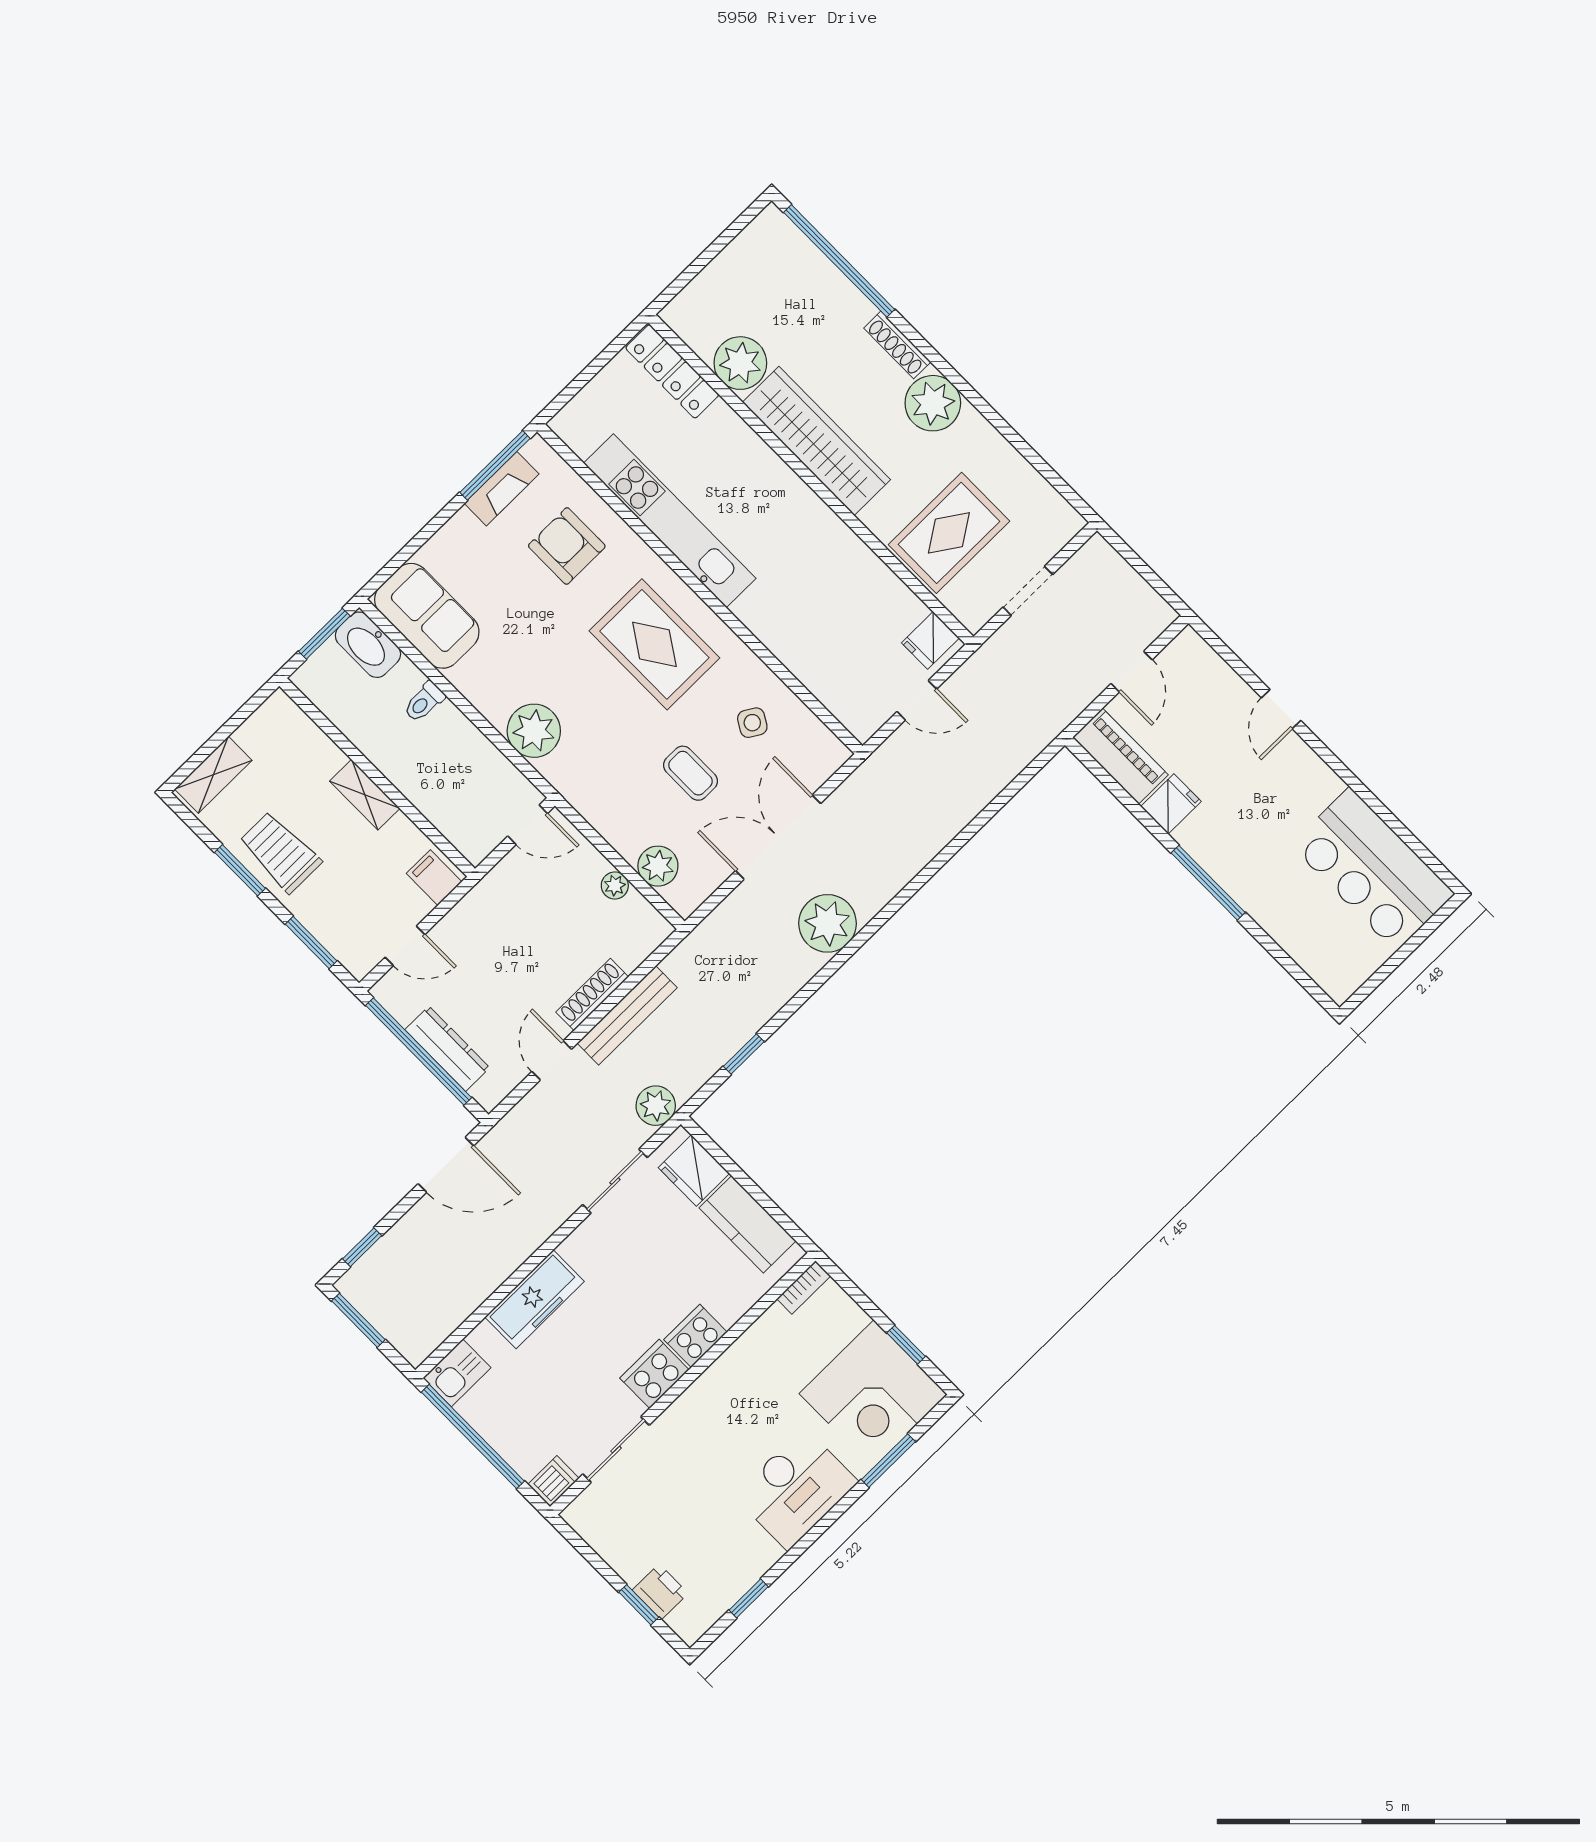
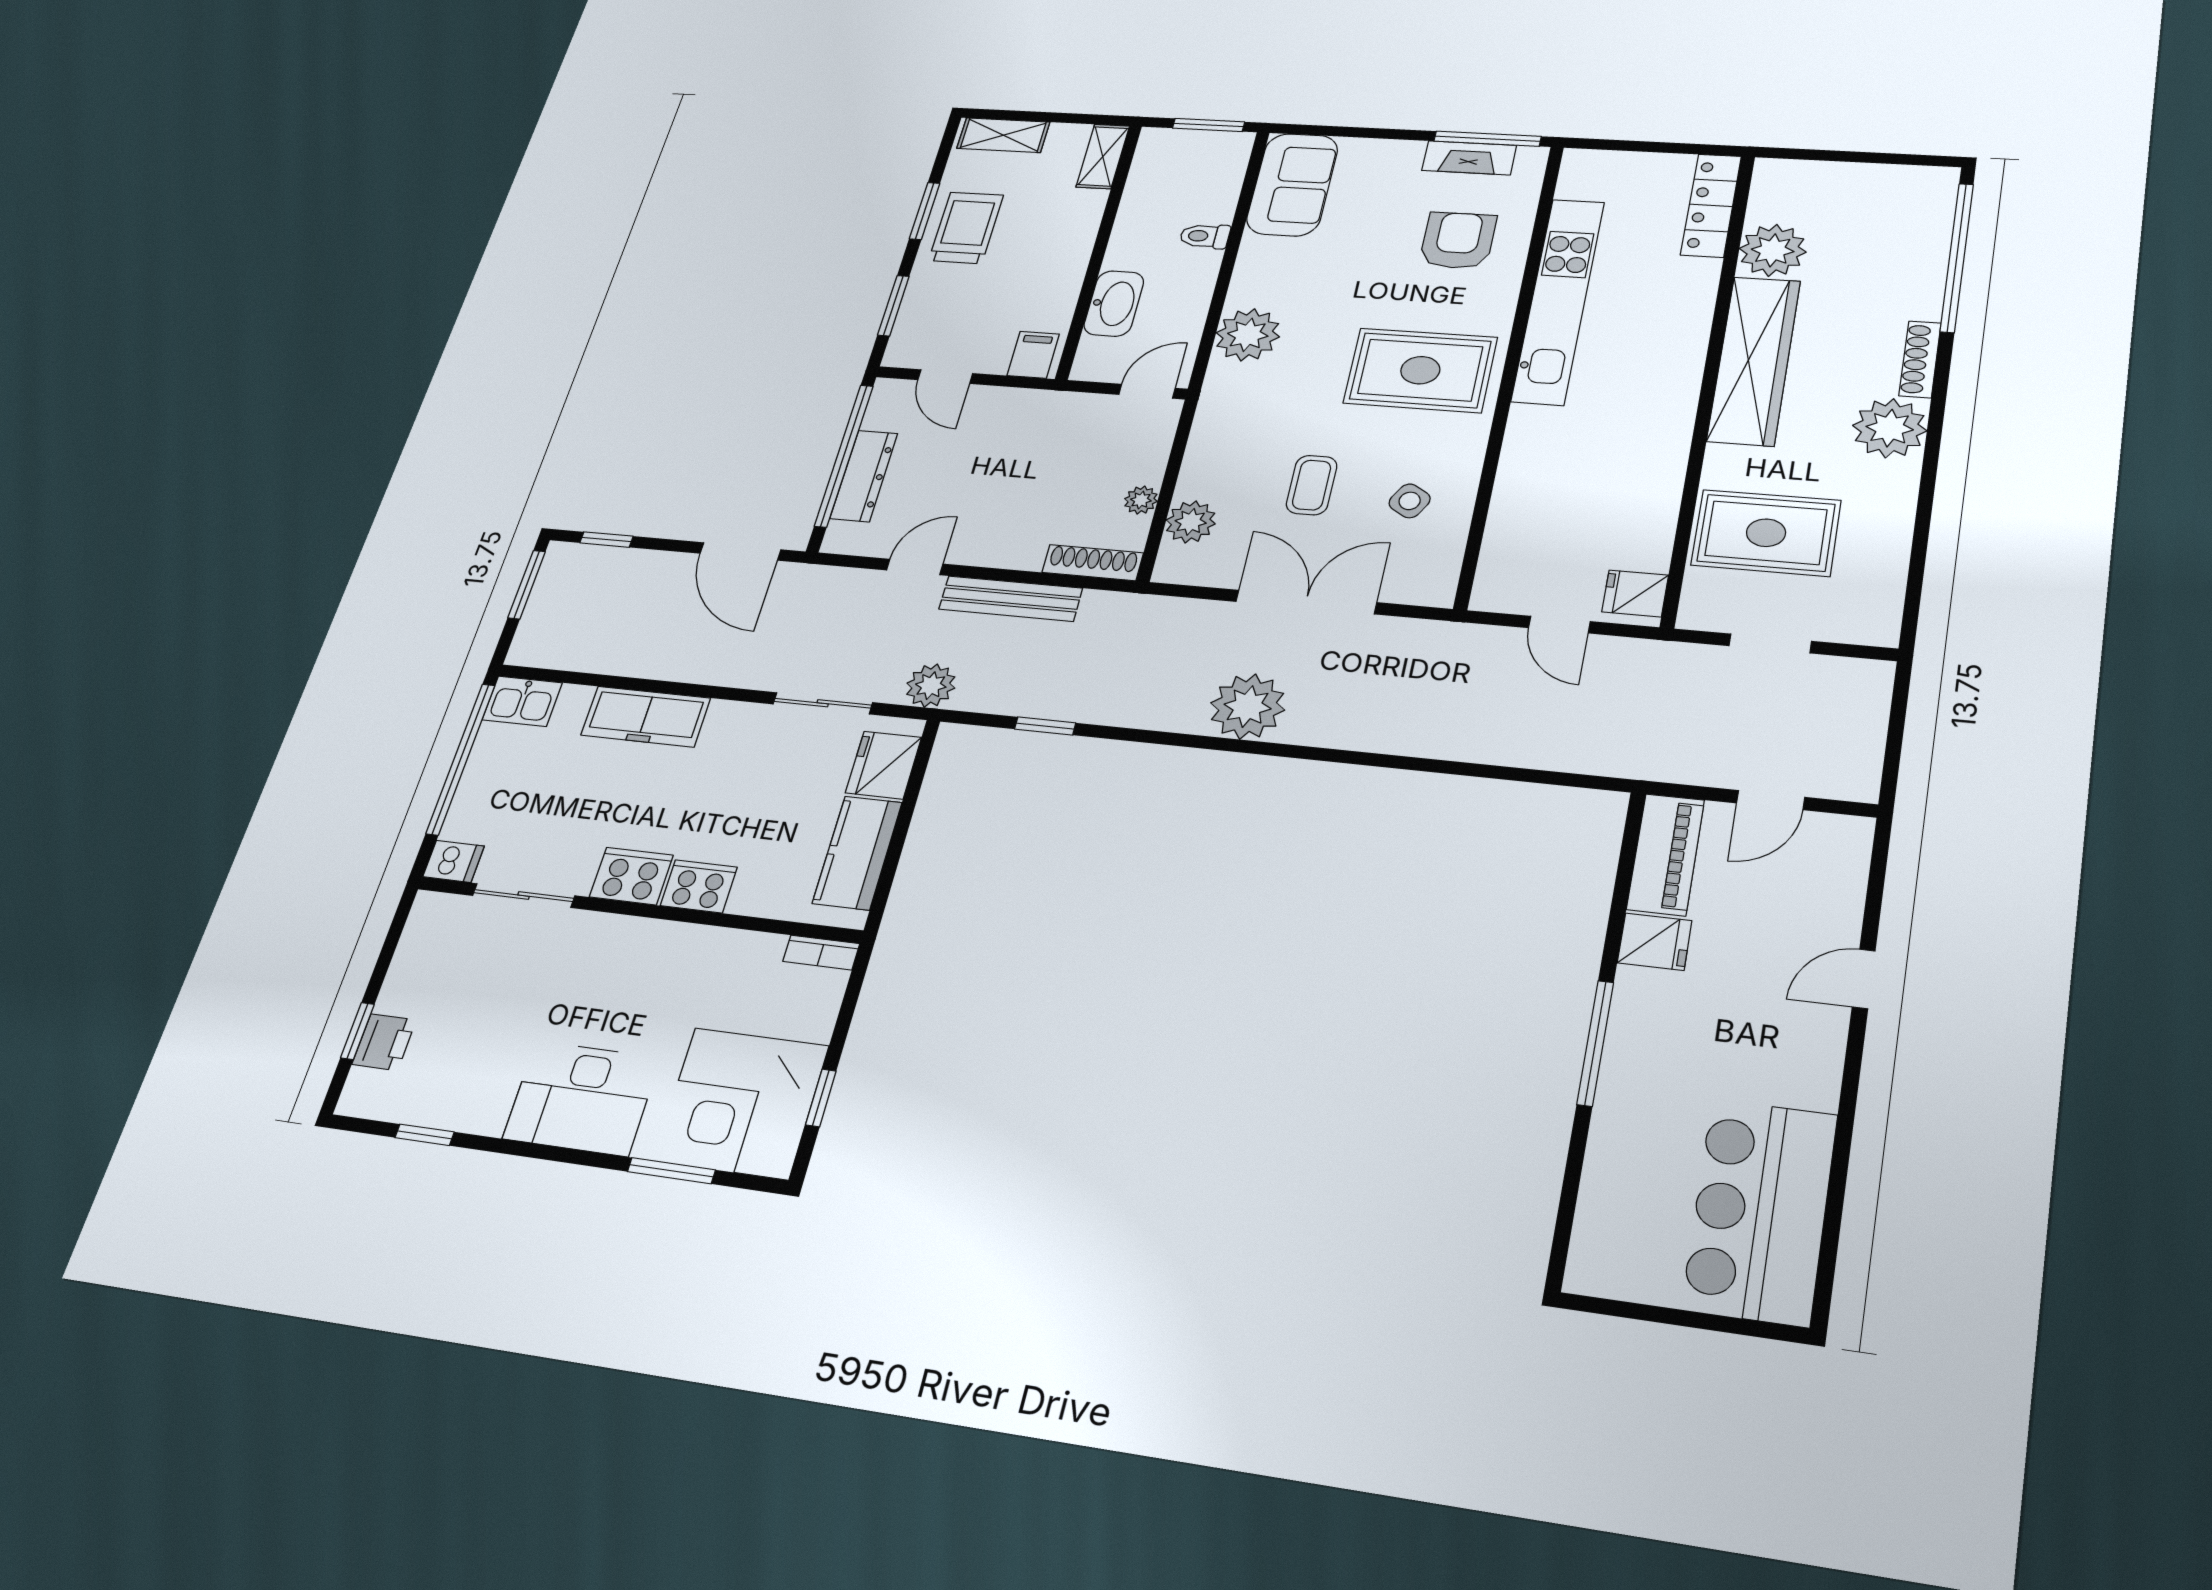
rug: (654, 644) -> (1420, 370), turned 90
washbasin: (368, 645) -> (1114, 304), moved, turned 180
shelving: (365, 795) -> (1103, 156), moved
door: (528, 825) -> (1147, 391), swing flipped
shoe rack: (592, 994) -> (1093, 563), moved

